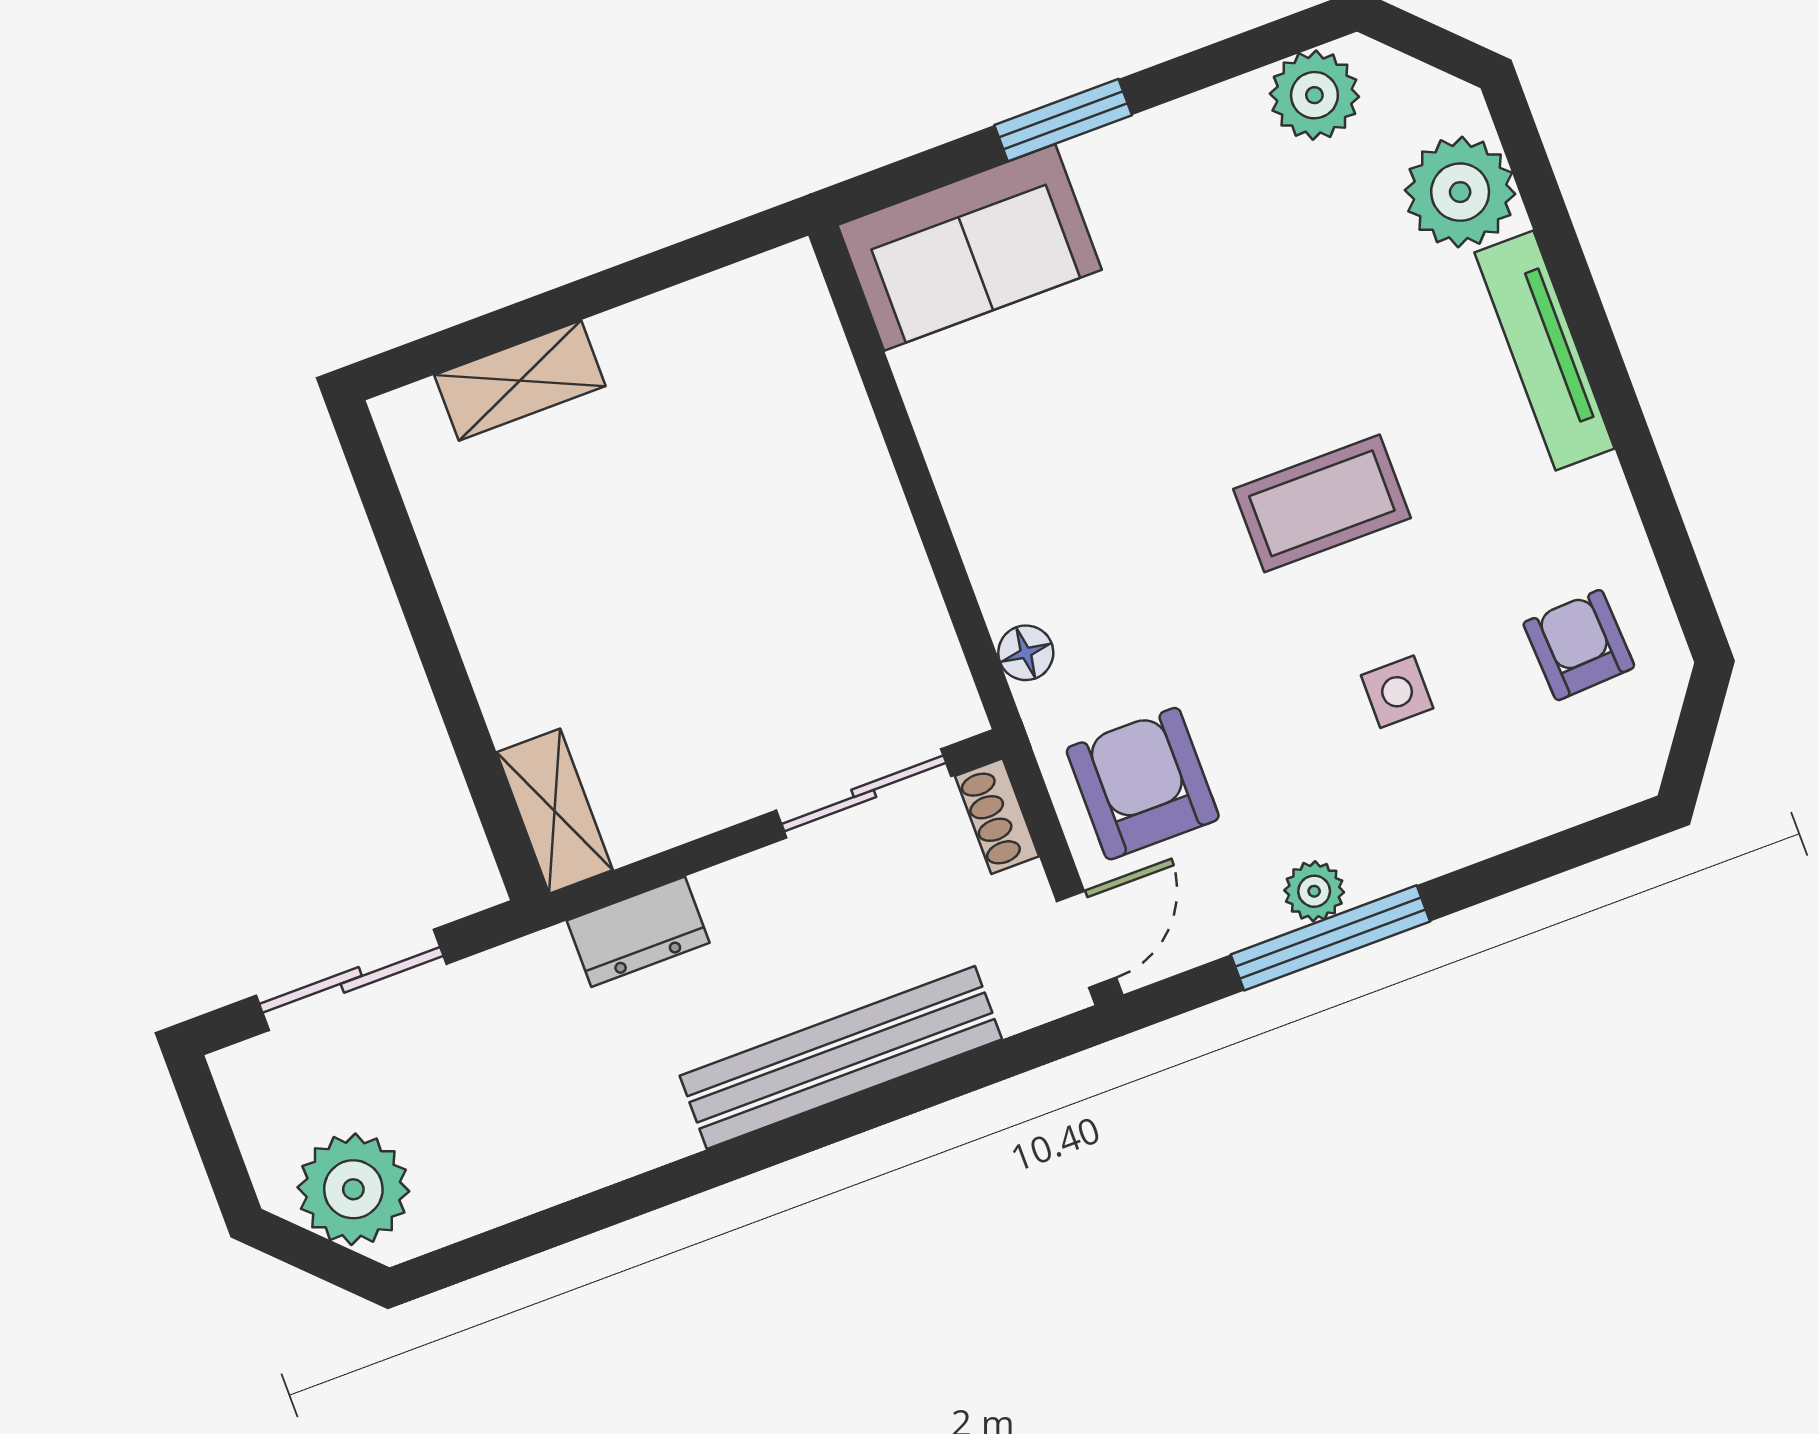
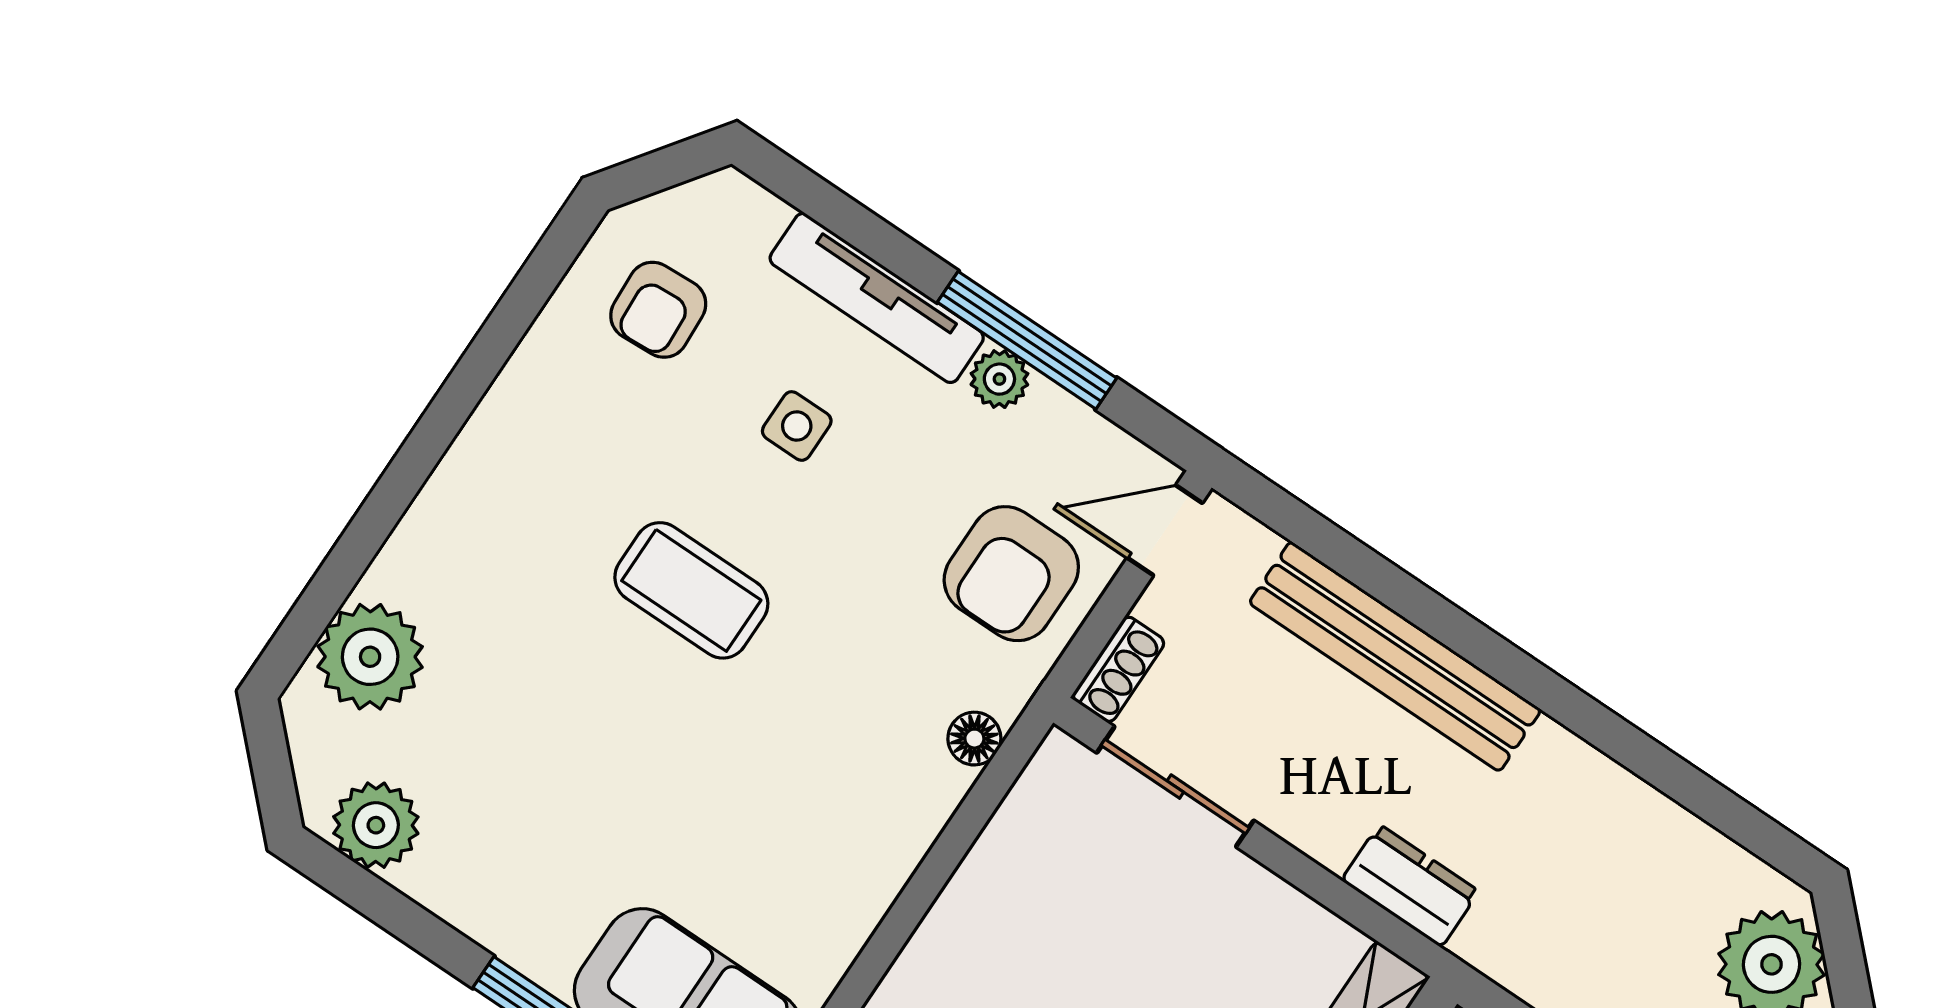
tv unit: (1545, 351) -> (877, 298), moved, turned 90

